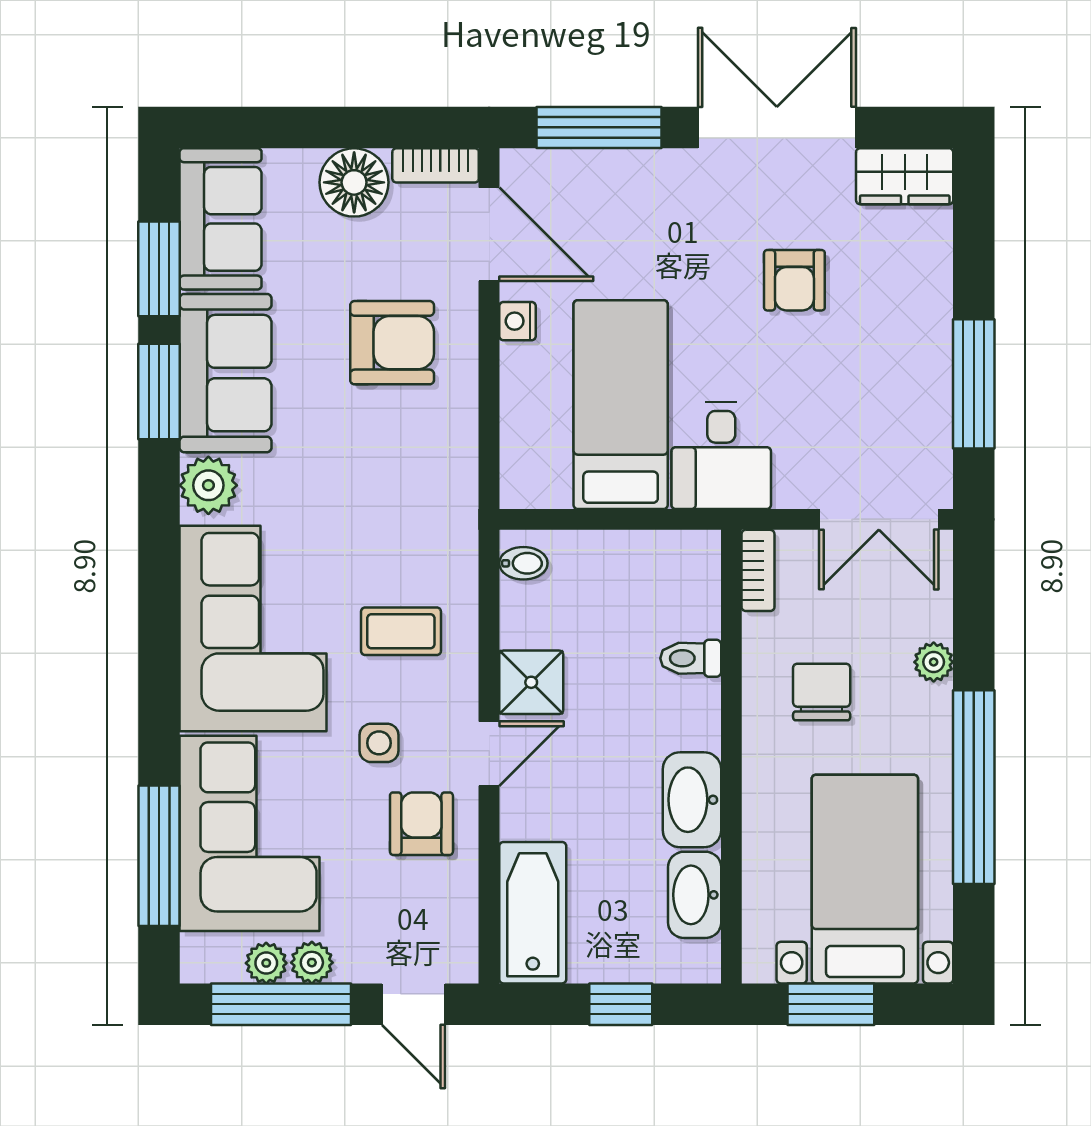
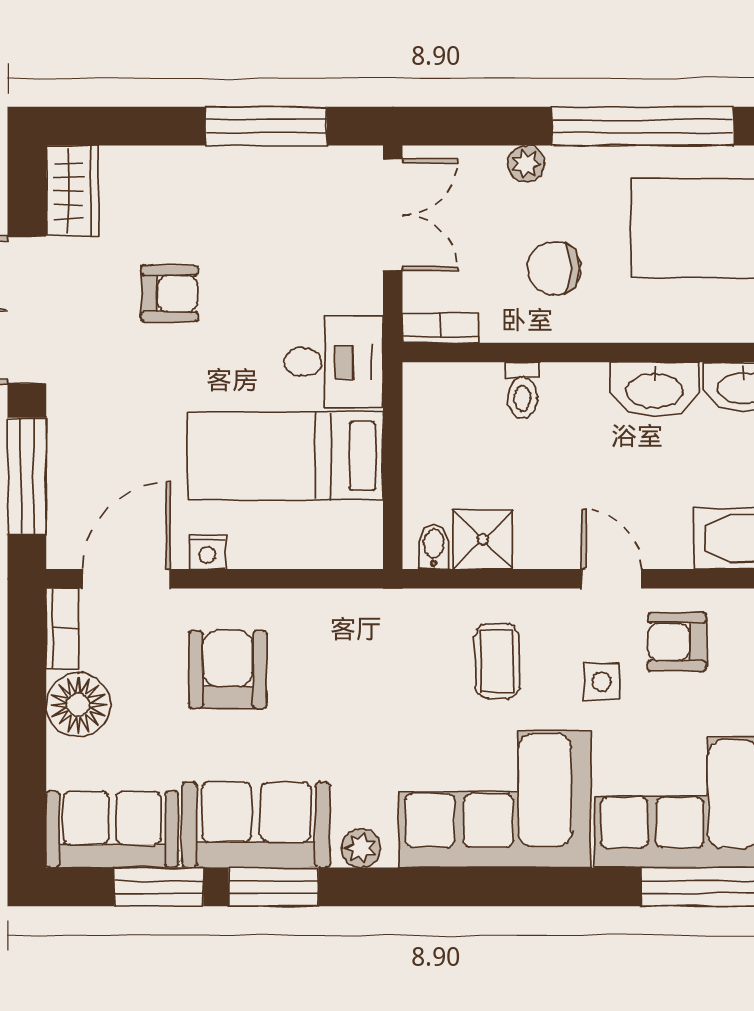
plant: (208, 485) -> (361, 848), width x0.73, depth x0.73
shower: (531, 682) -> (483, 539), moved

